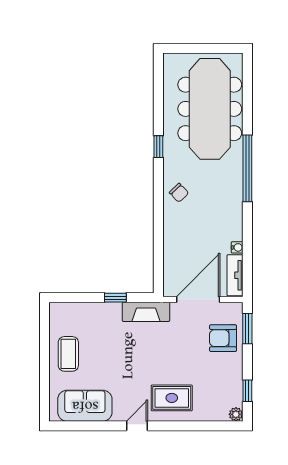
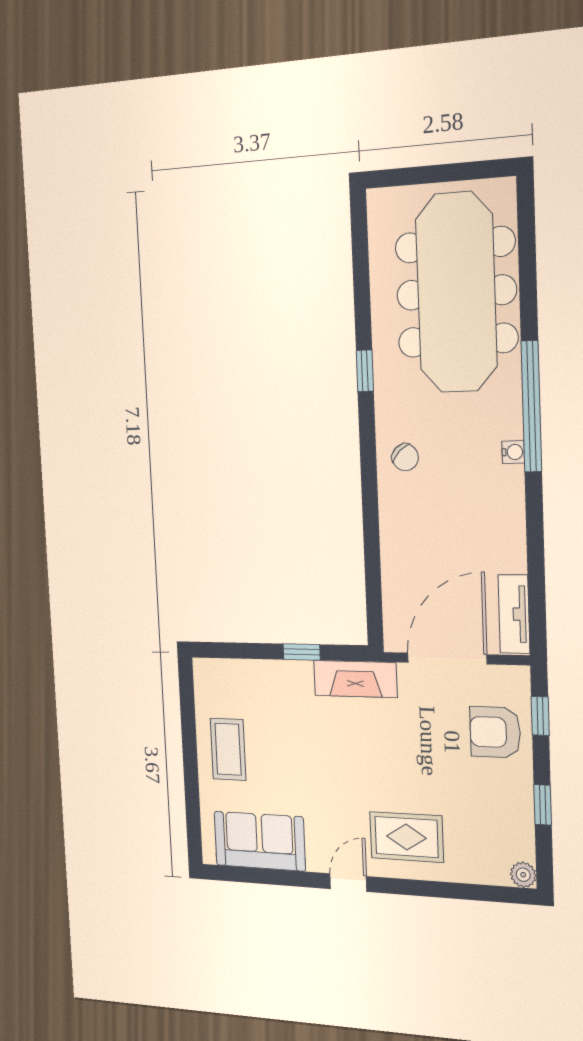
water cooler: (237, 247) -> (513, 452), moved
window: (247, 329) -> (540, 716), width x0.67
window: (247, 391) -> (543, 805), moved

